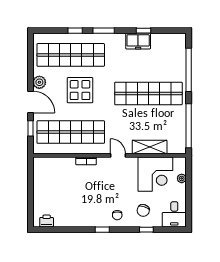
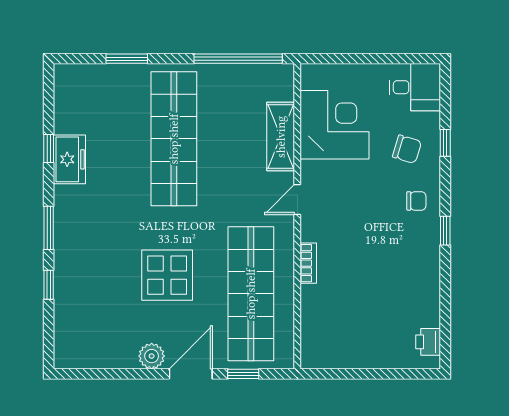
shop shelf: (71, 55) -> (97, 294), removed
window: (189, 70) -> (127, 59), width x0.47
plant: (182, 178) -> (343, 73), removed

